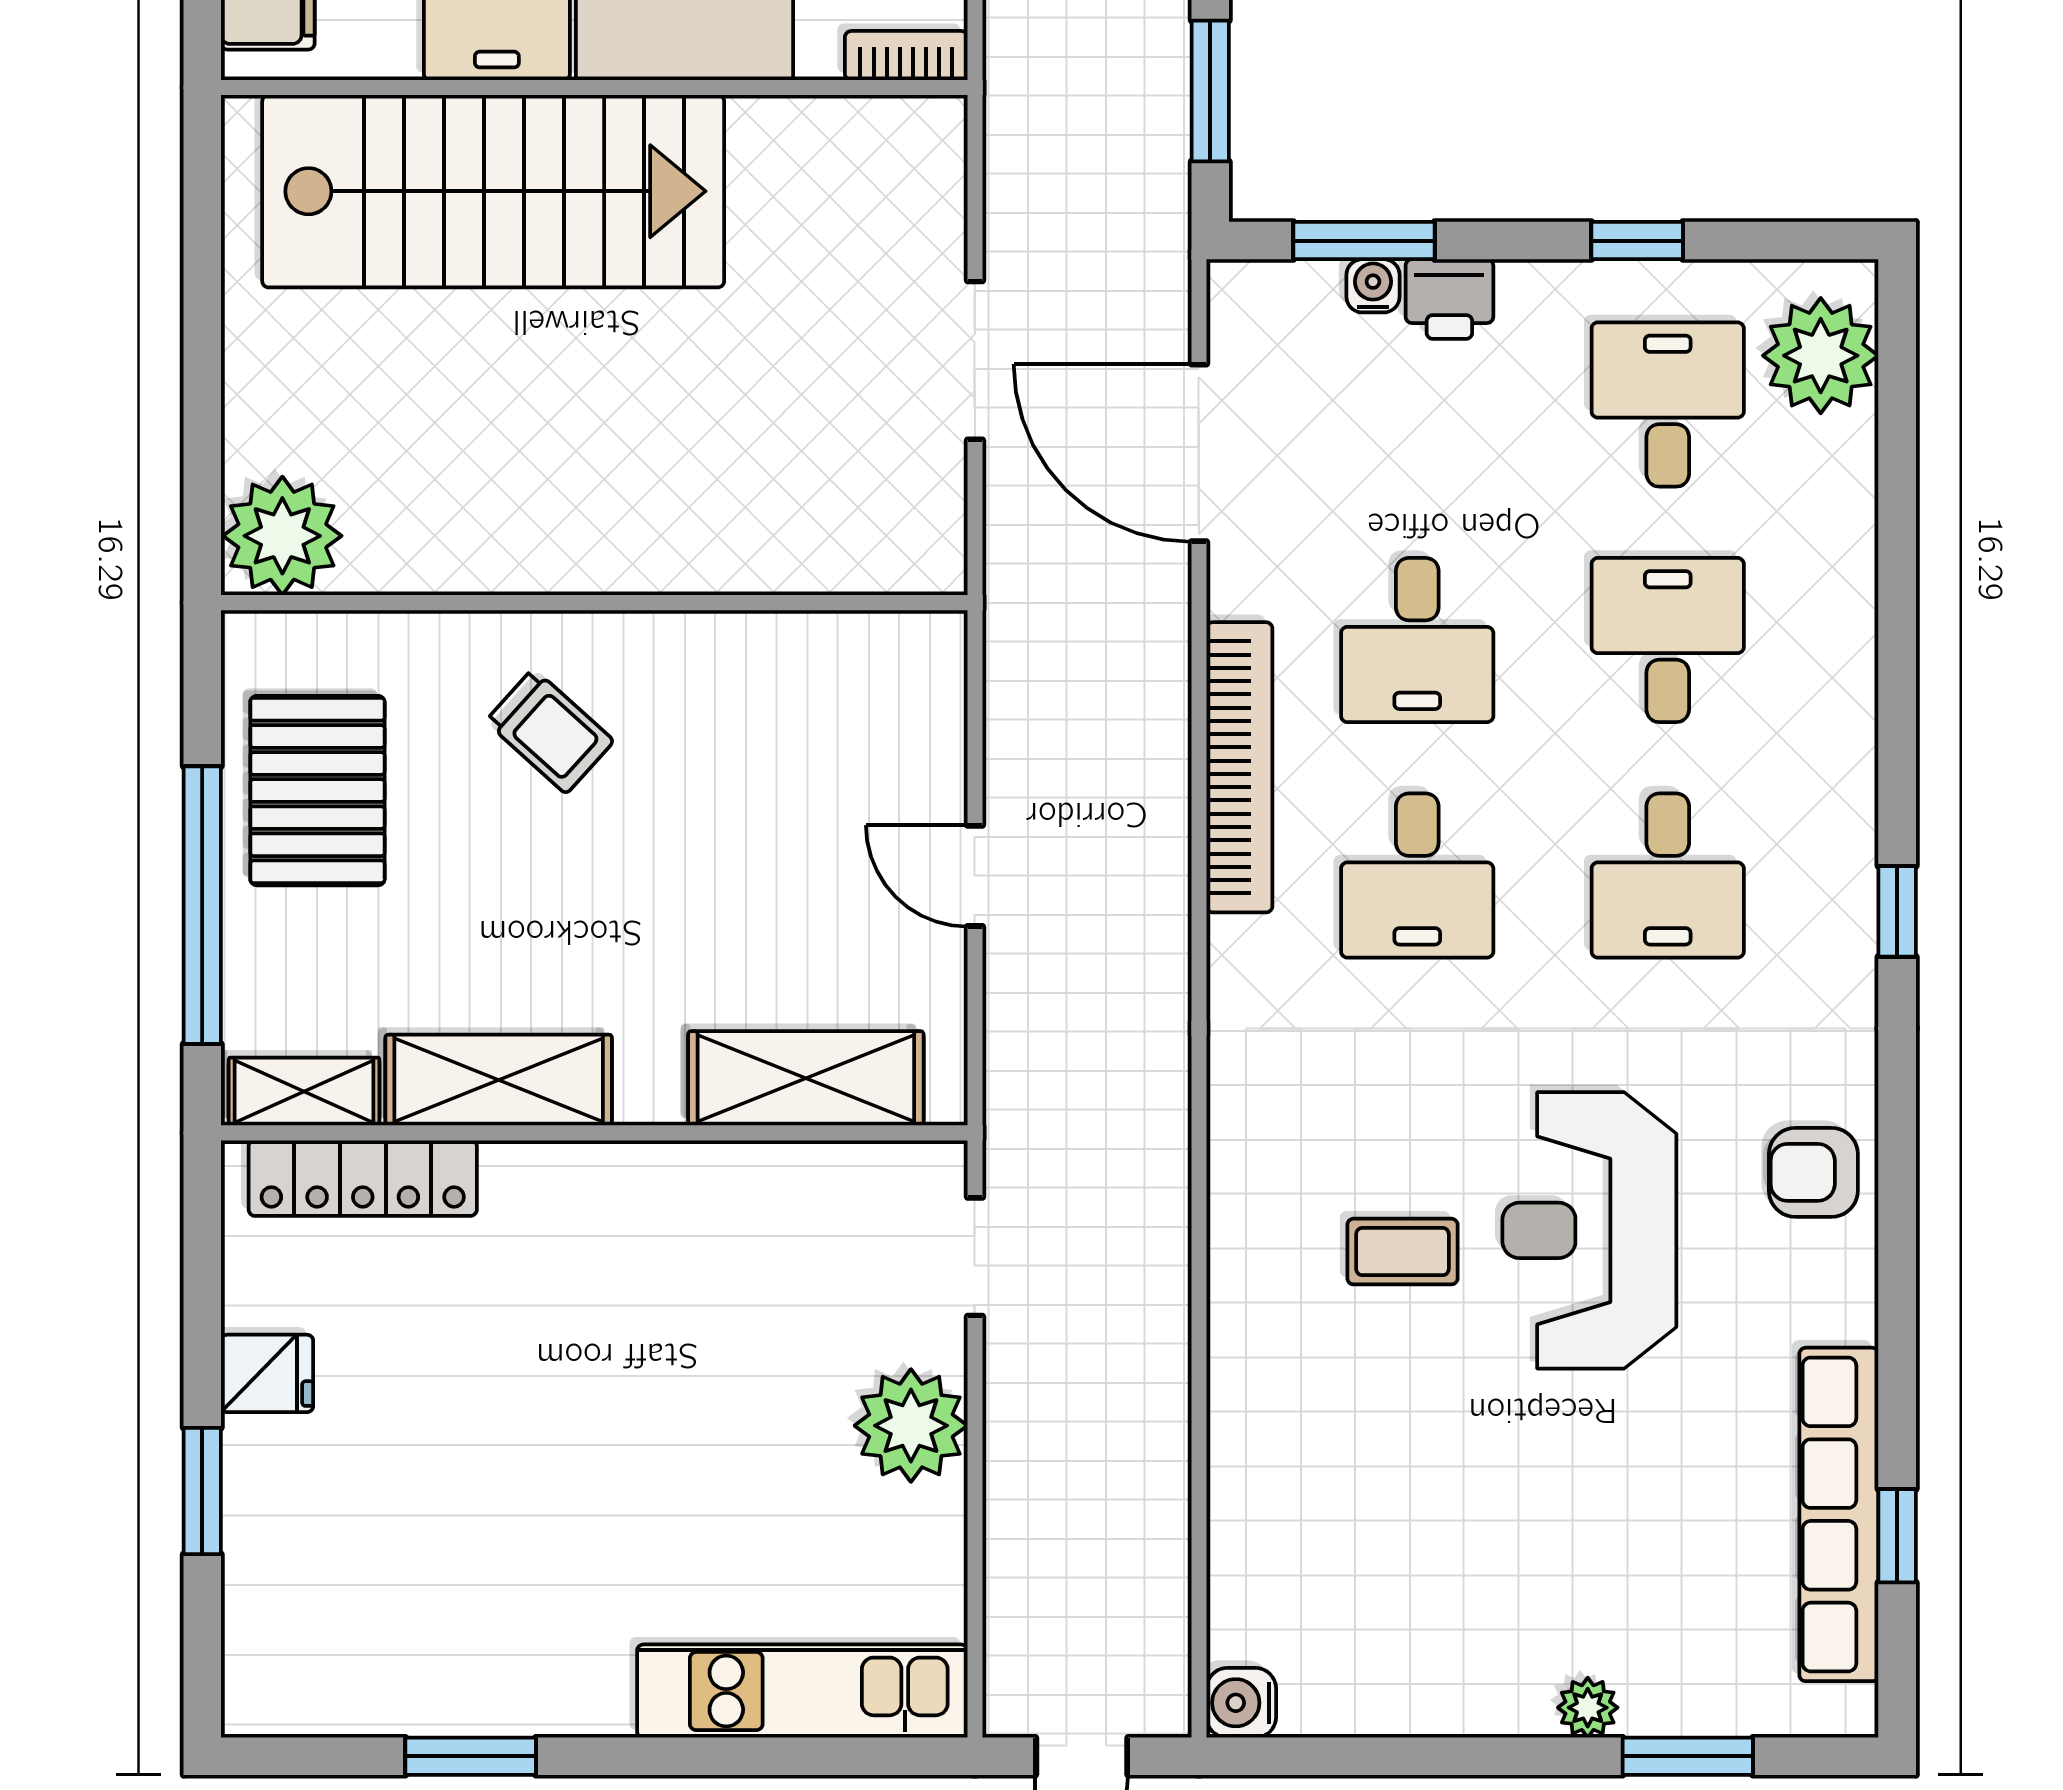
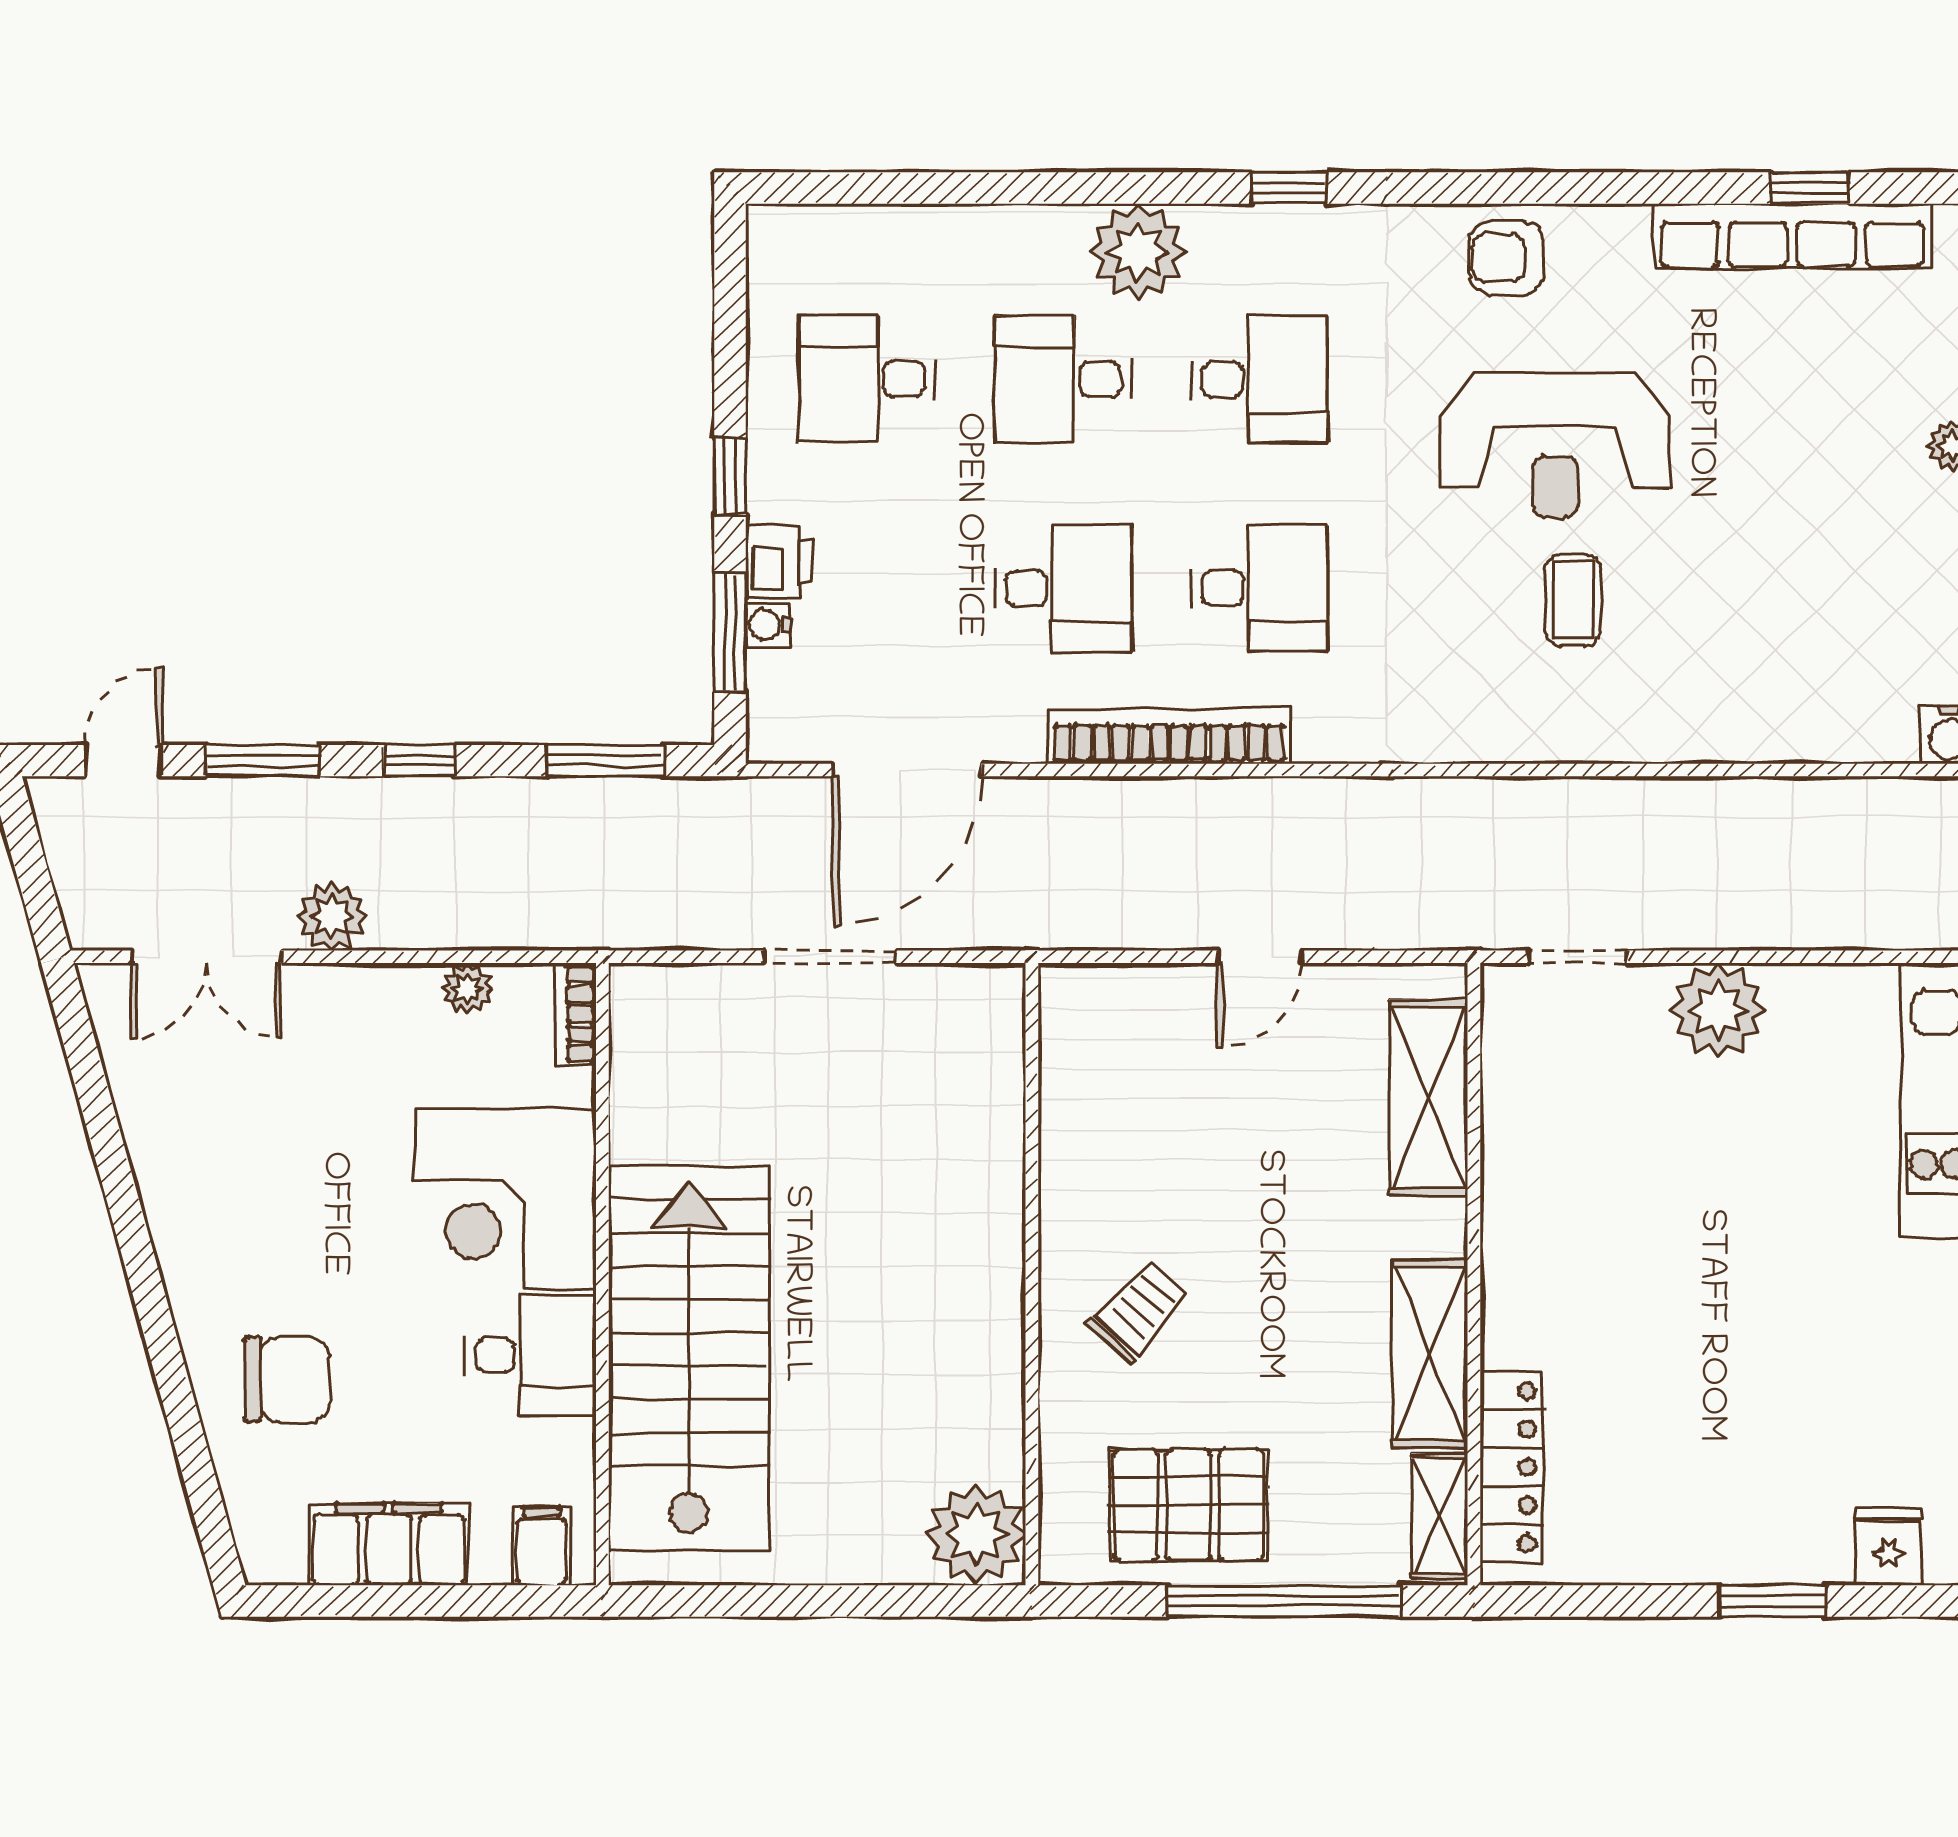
window: (1637, 241) -> (730, 477), moved
plant: (1821, 356) -> (1138, 252), moved
armchair: (1813, 1172) -> (1507, 258), turned 90
fridge: (267, 1373) -> (1889, 1547), moved

